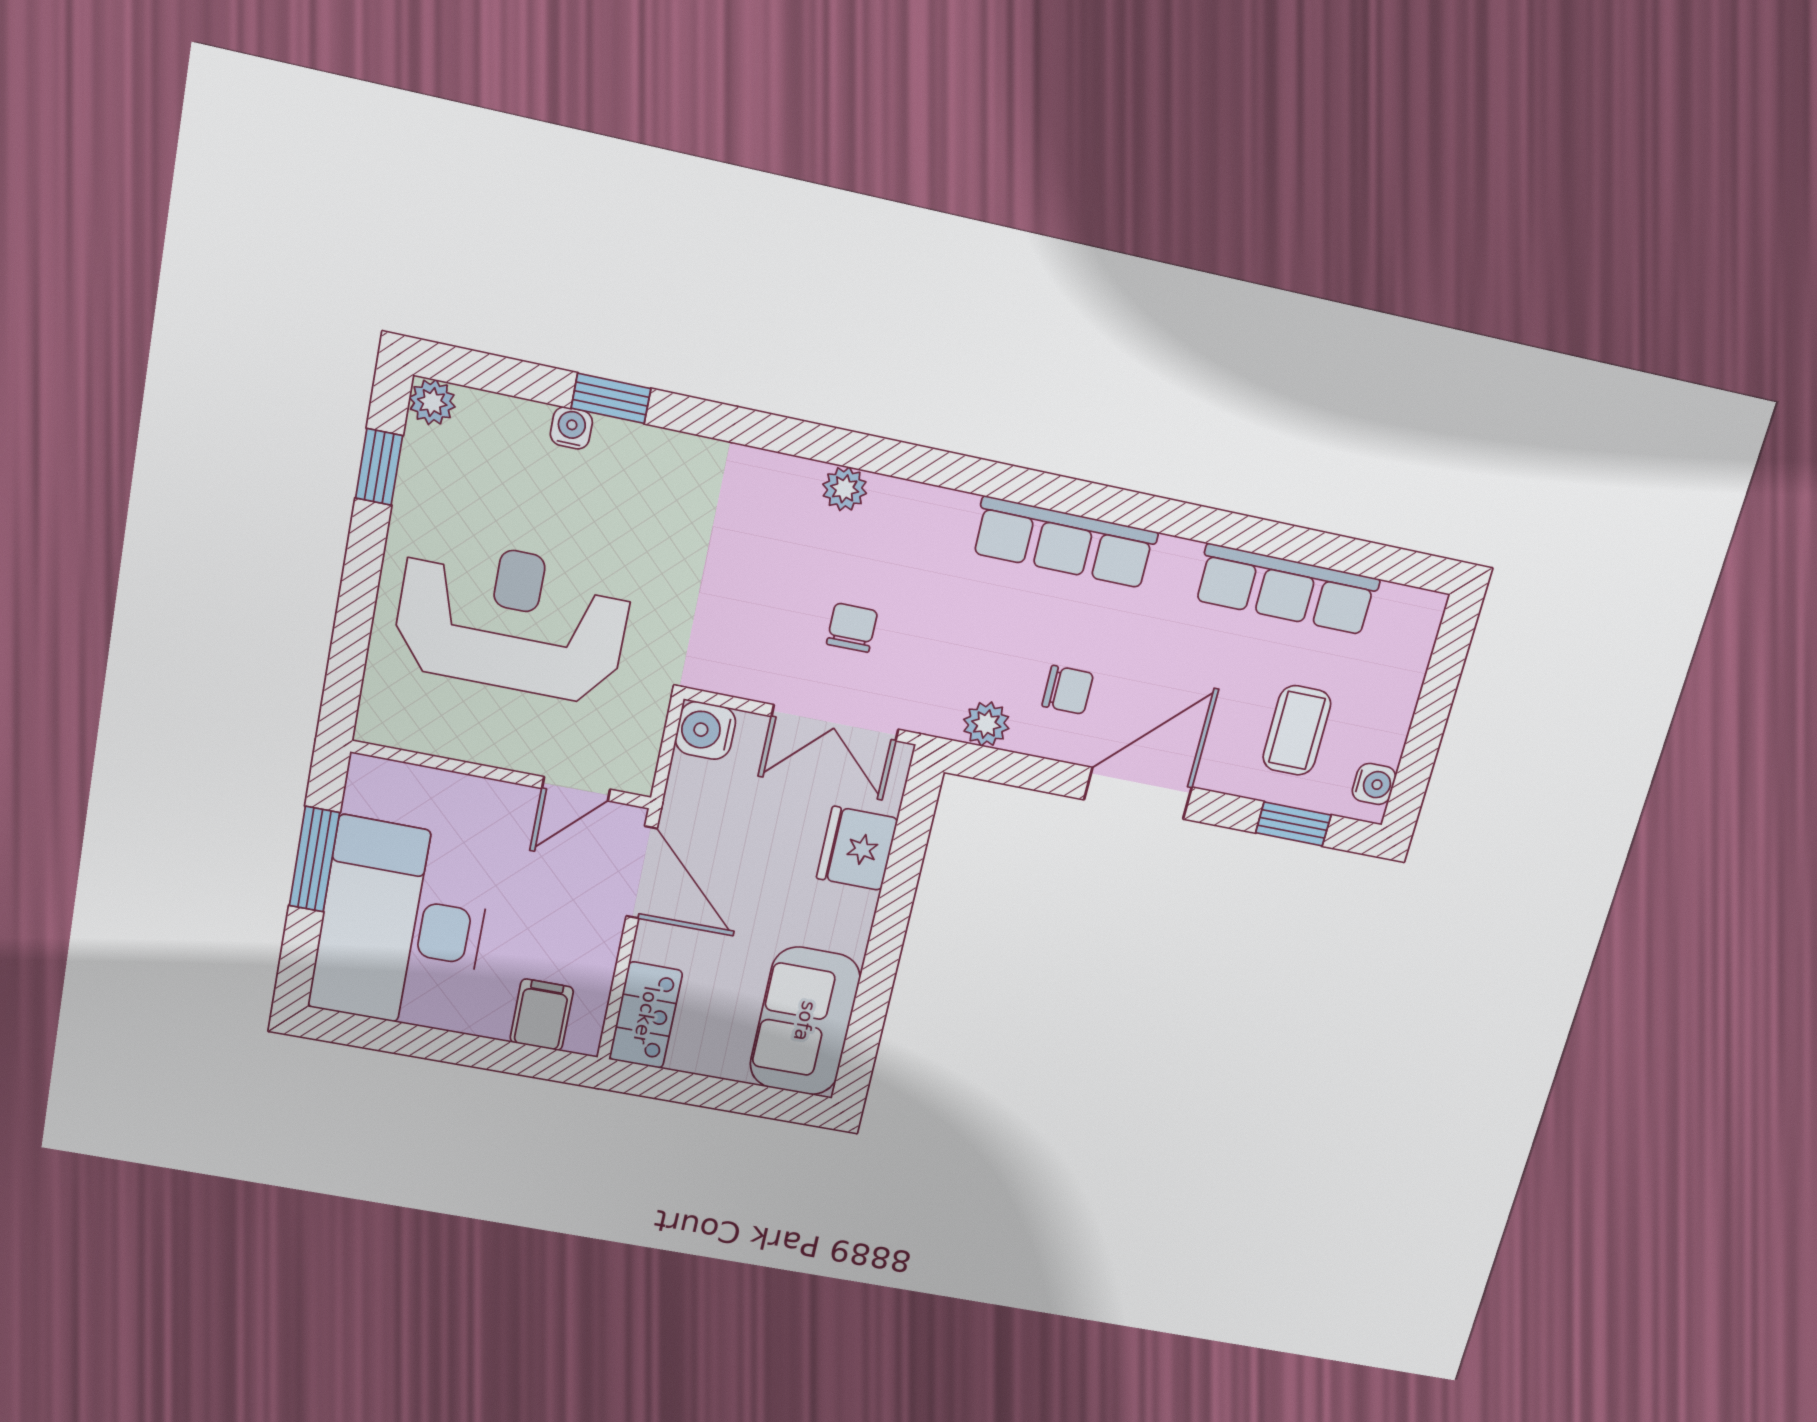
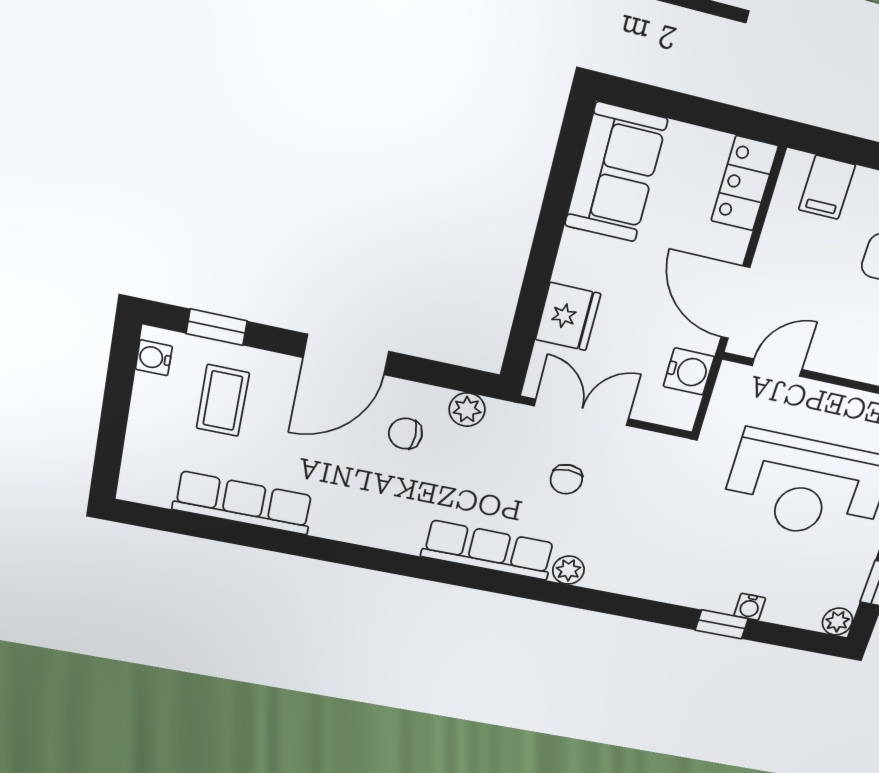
row of seats: (1064, 542) -> (488, 550), moved
water cooler: (705, 730) -> (689, 371), moved

